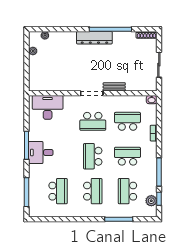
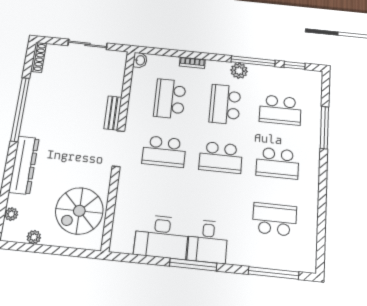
dresser: (94, 38) -> (24, 165), moved
spiral stairs: (51, 75) -> (79, 211), added
desk: (48, 107) -> (161, 237), moved, turned -90
school desk: (93, 121) -> (164, 152), turned 90
school desk: (93, 191) -> (277, 163), turned 180
plant: (151, 201) -> (239, 71), moved

